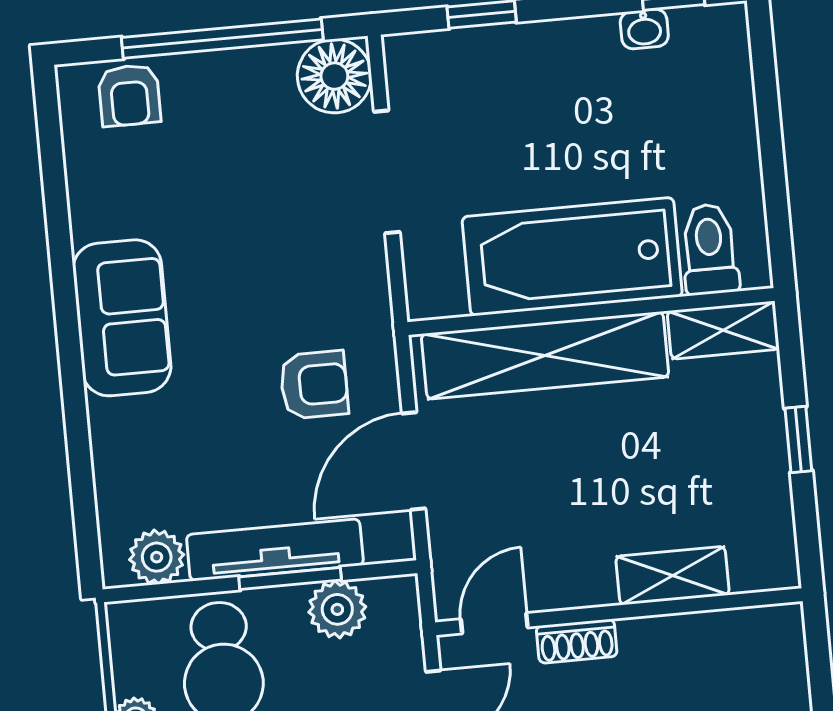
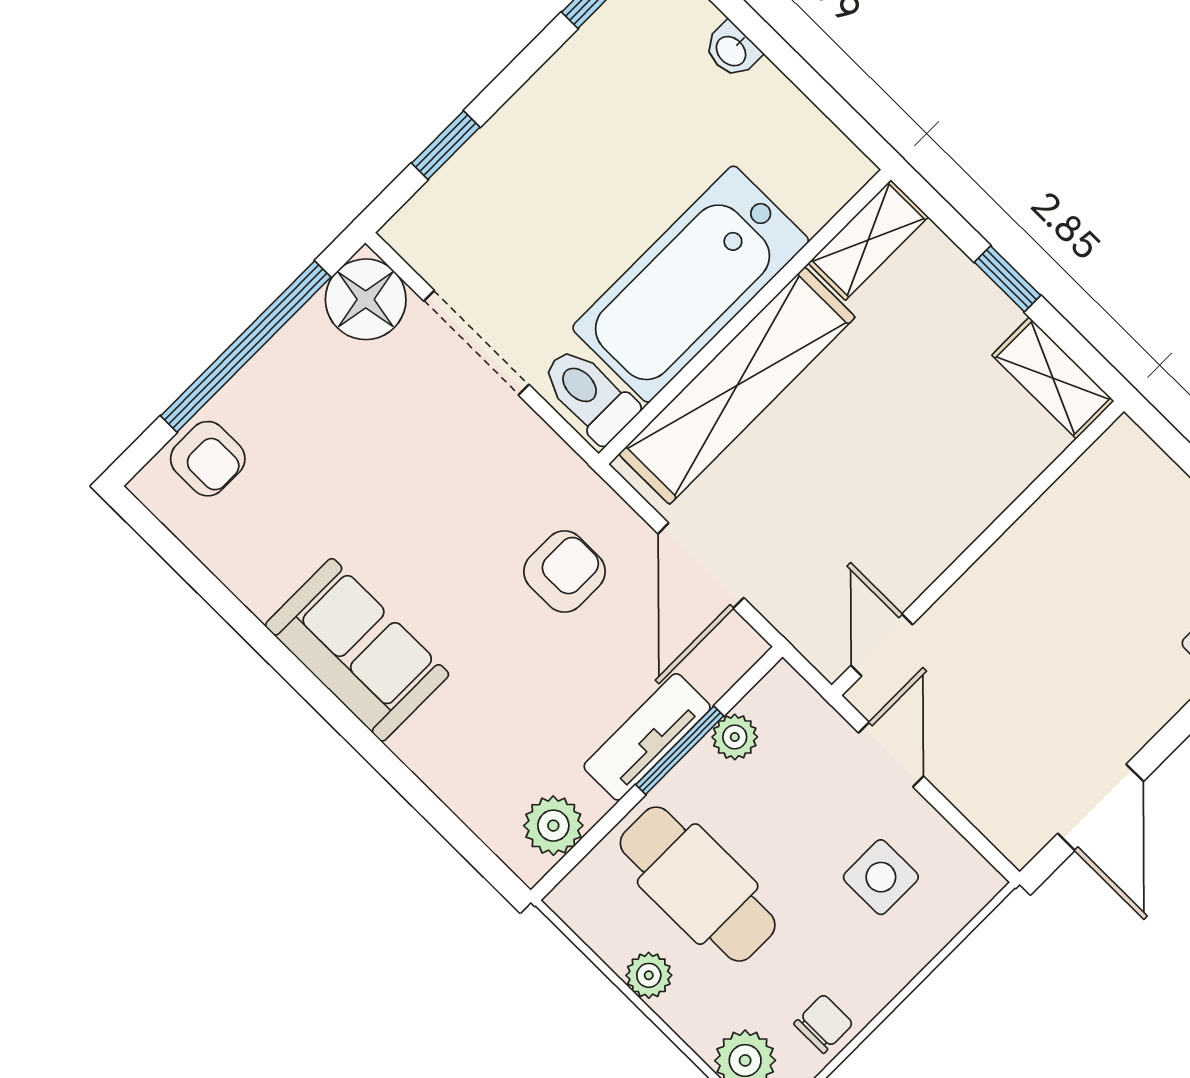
washbasin: (644, 29) -> (732, 50), moved, turned 90
toilet: (710, 249) -> (589, 395), moved
tv unit: (275, 550) -> (647, 737), width x0.71
shelving: (673, 576) -> (1053, 378), moved, turned 90
plant: (337, 609) -> (735, 737), width x0.73, depth x0.73
shoe rack: (577, 641) -> (963, 602), removed

